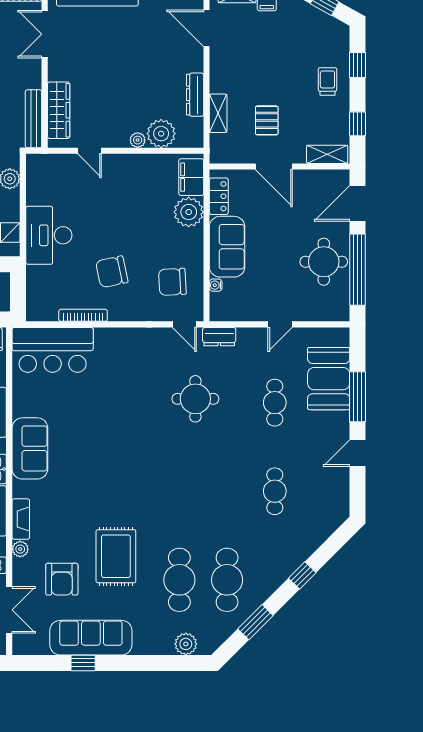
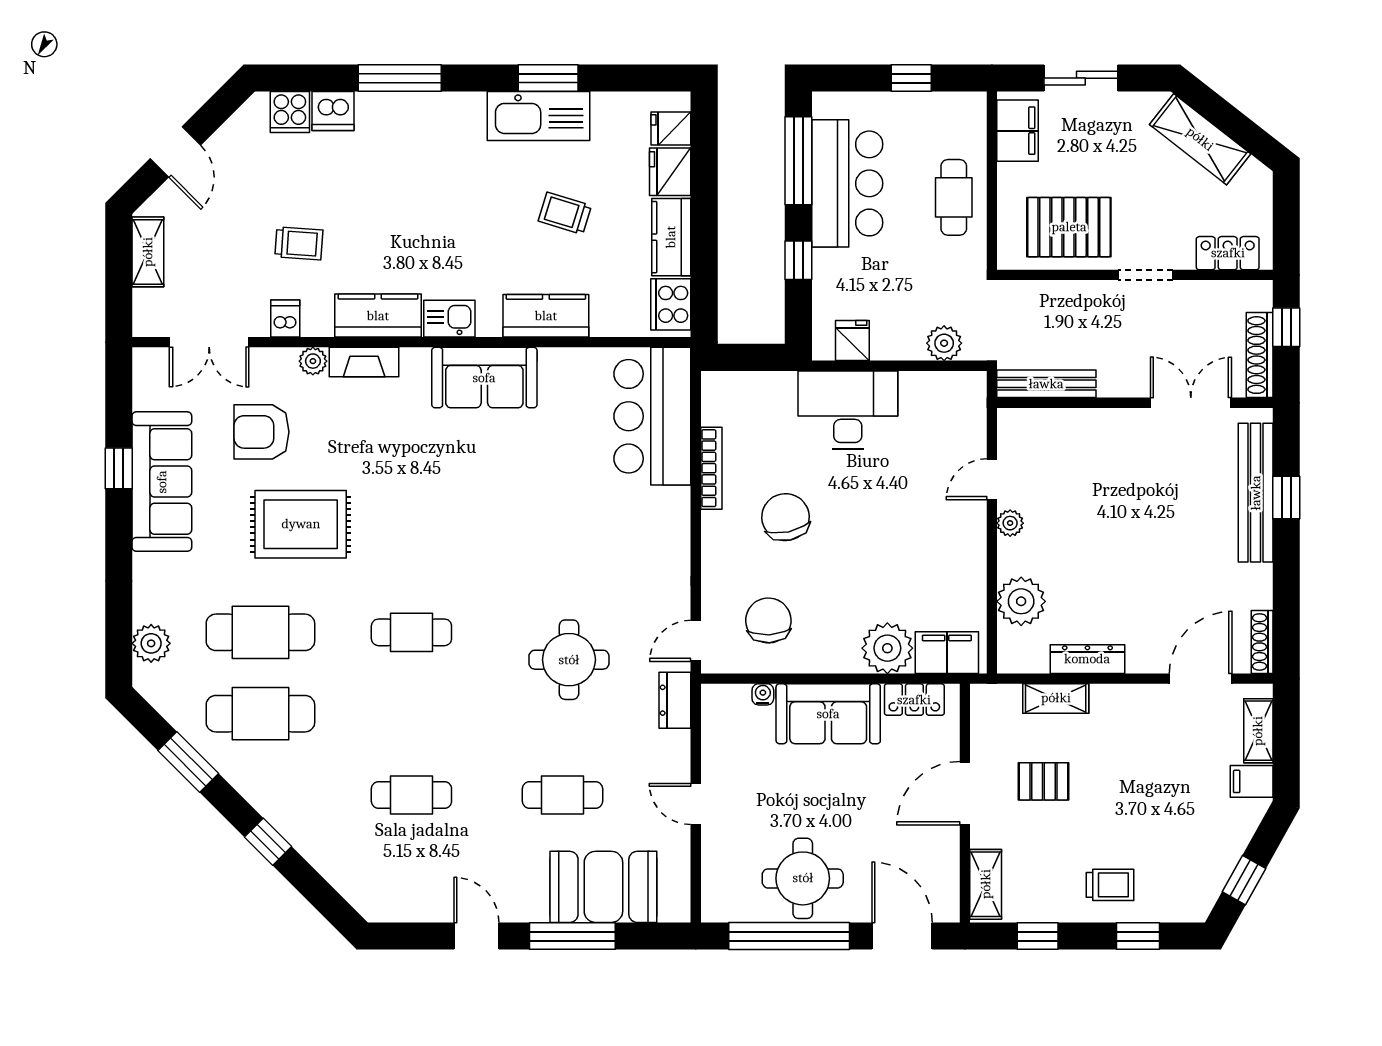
wardrobe: (59, 110) -> (1061, 426), removed
plant: (138, 140) -> (1010, 523), moved
cafe table: (179, 491) -> (411, 632), added

